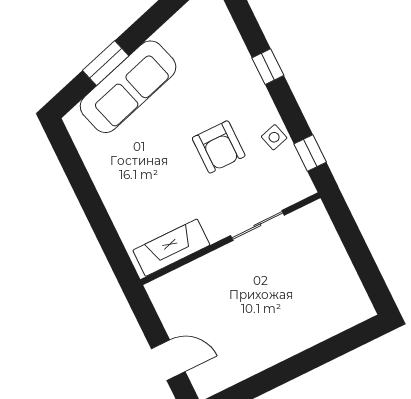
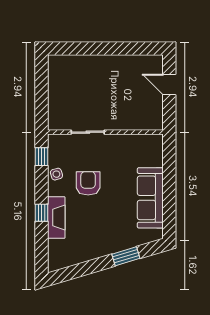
sofa: (128, 87) -> (150, 198), moved, turned -73
fireplace: (171, 248) -> (56, 218), moved, turned -90

